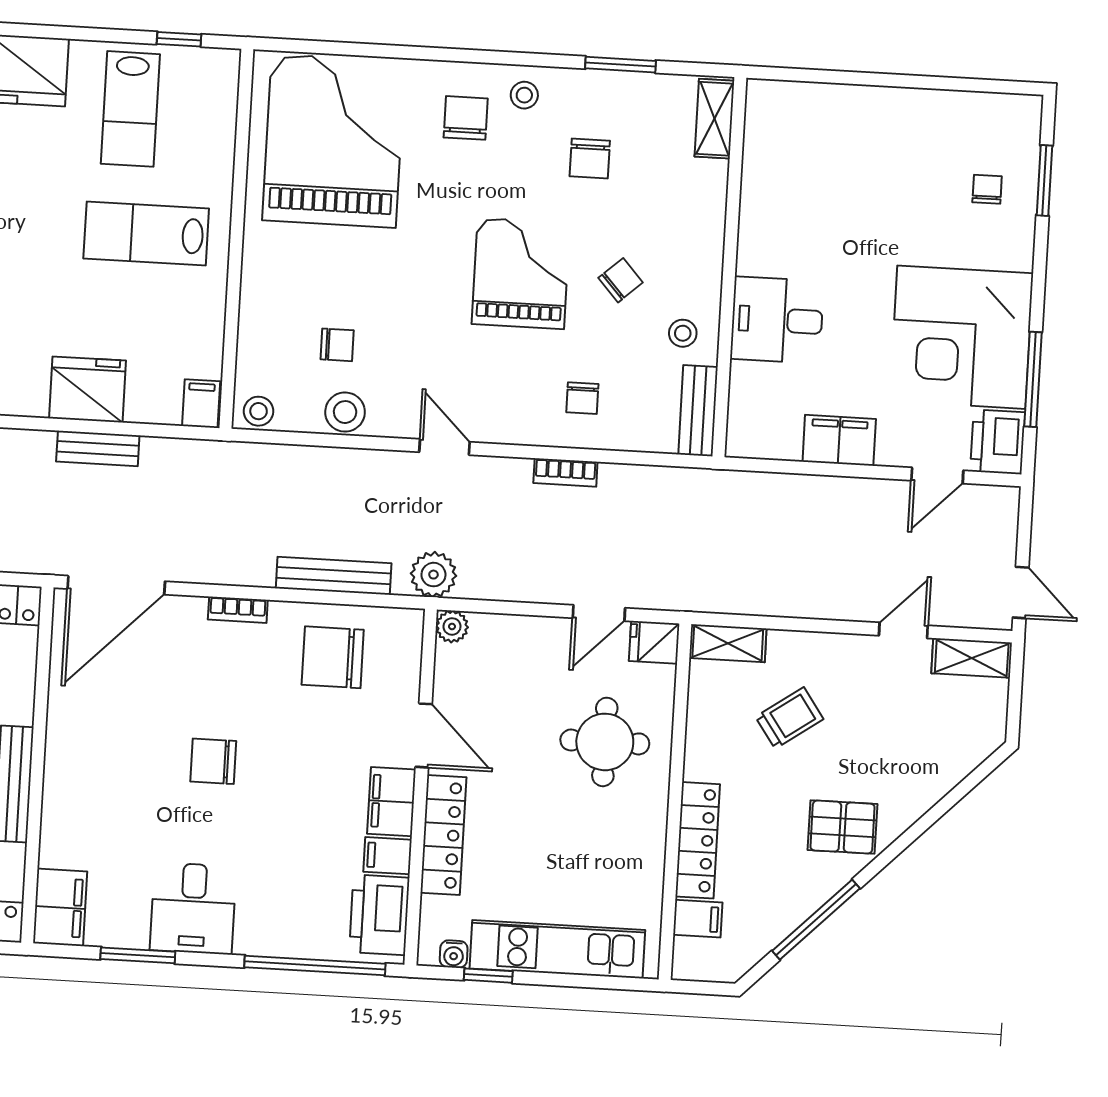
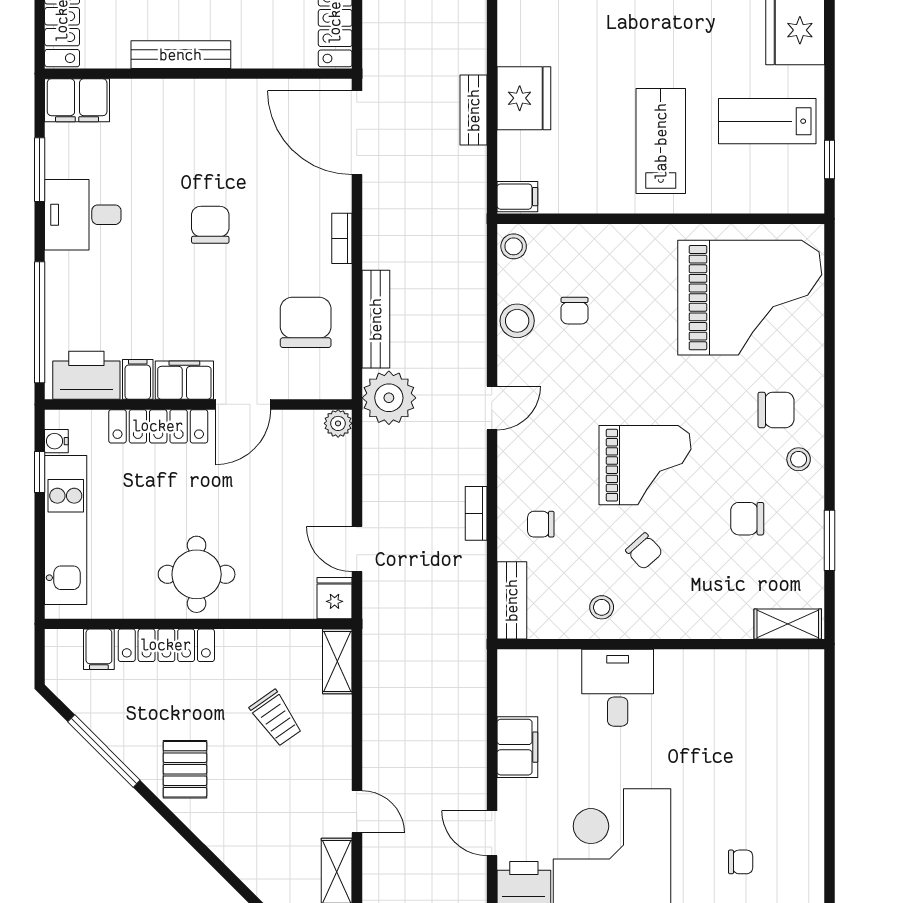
bench: (698, 411) -> (512, 600), moved, turned 90
plant: (433, 575) -> (389, 398), width x1.36, depth x1.36
round table: (605, 742) -> (197, 574), moved

